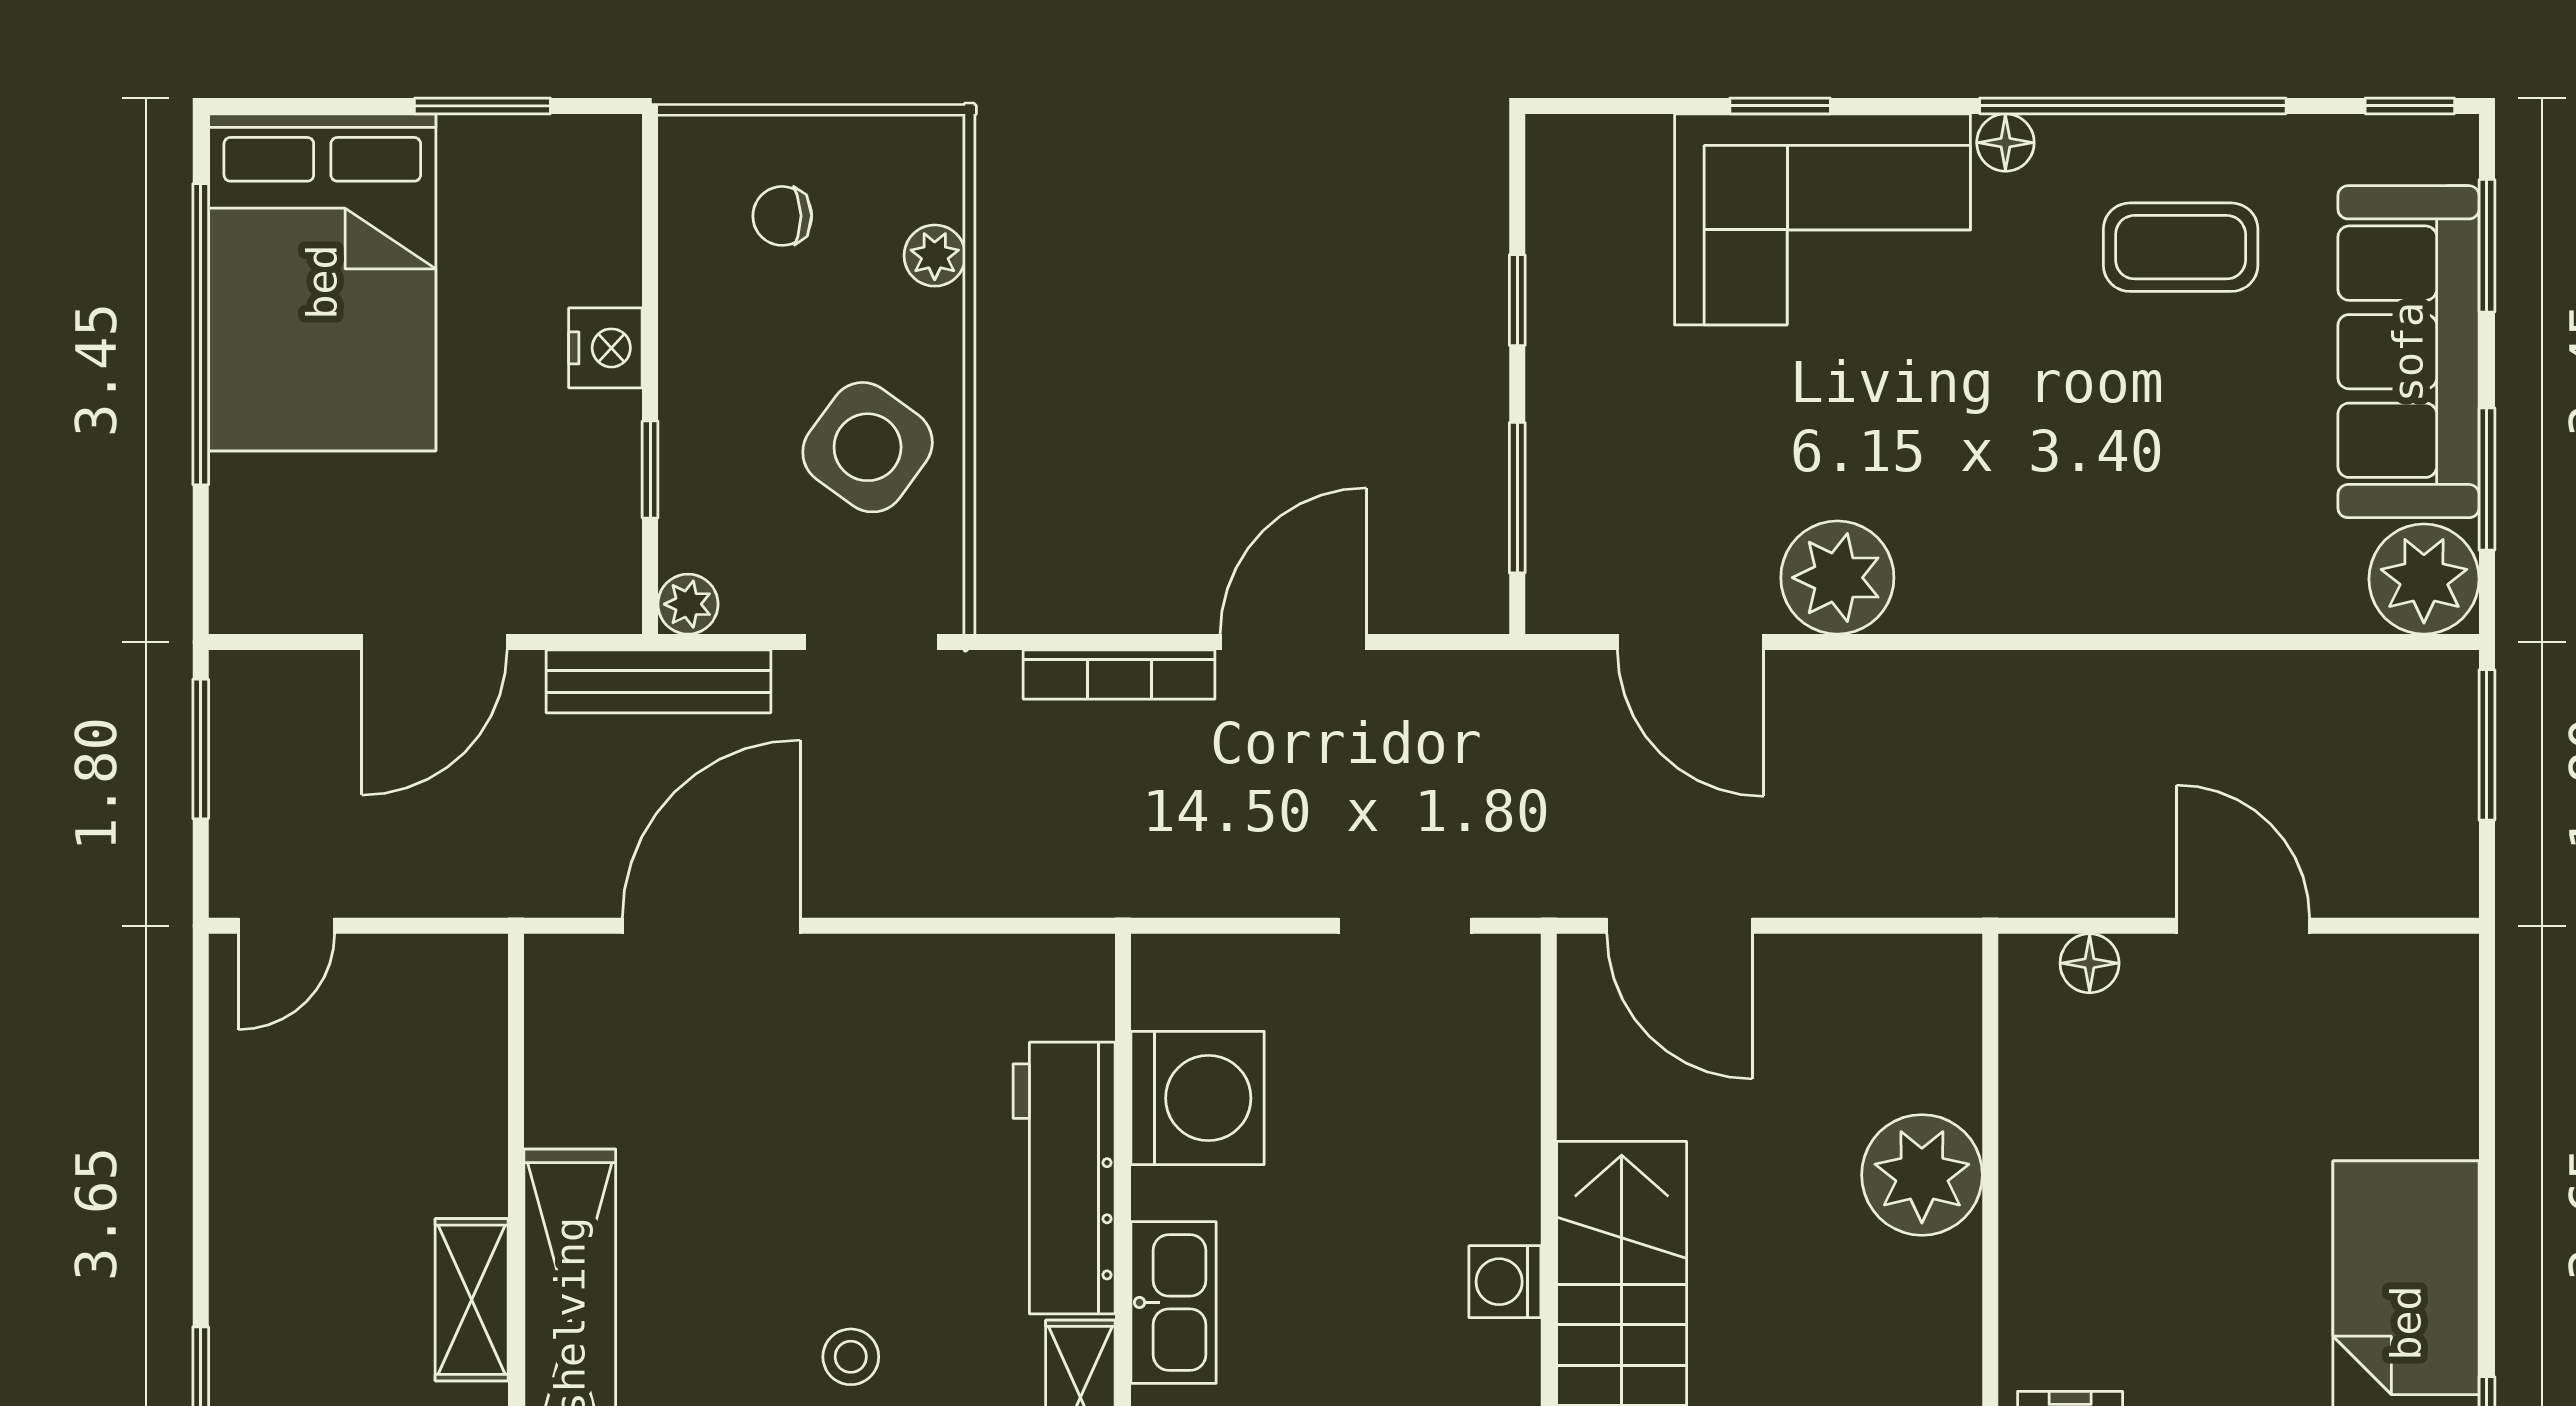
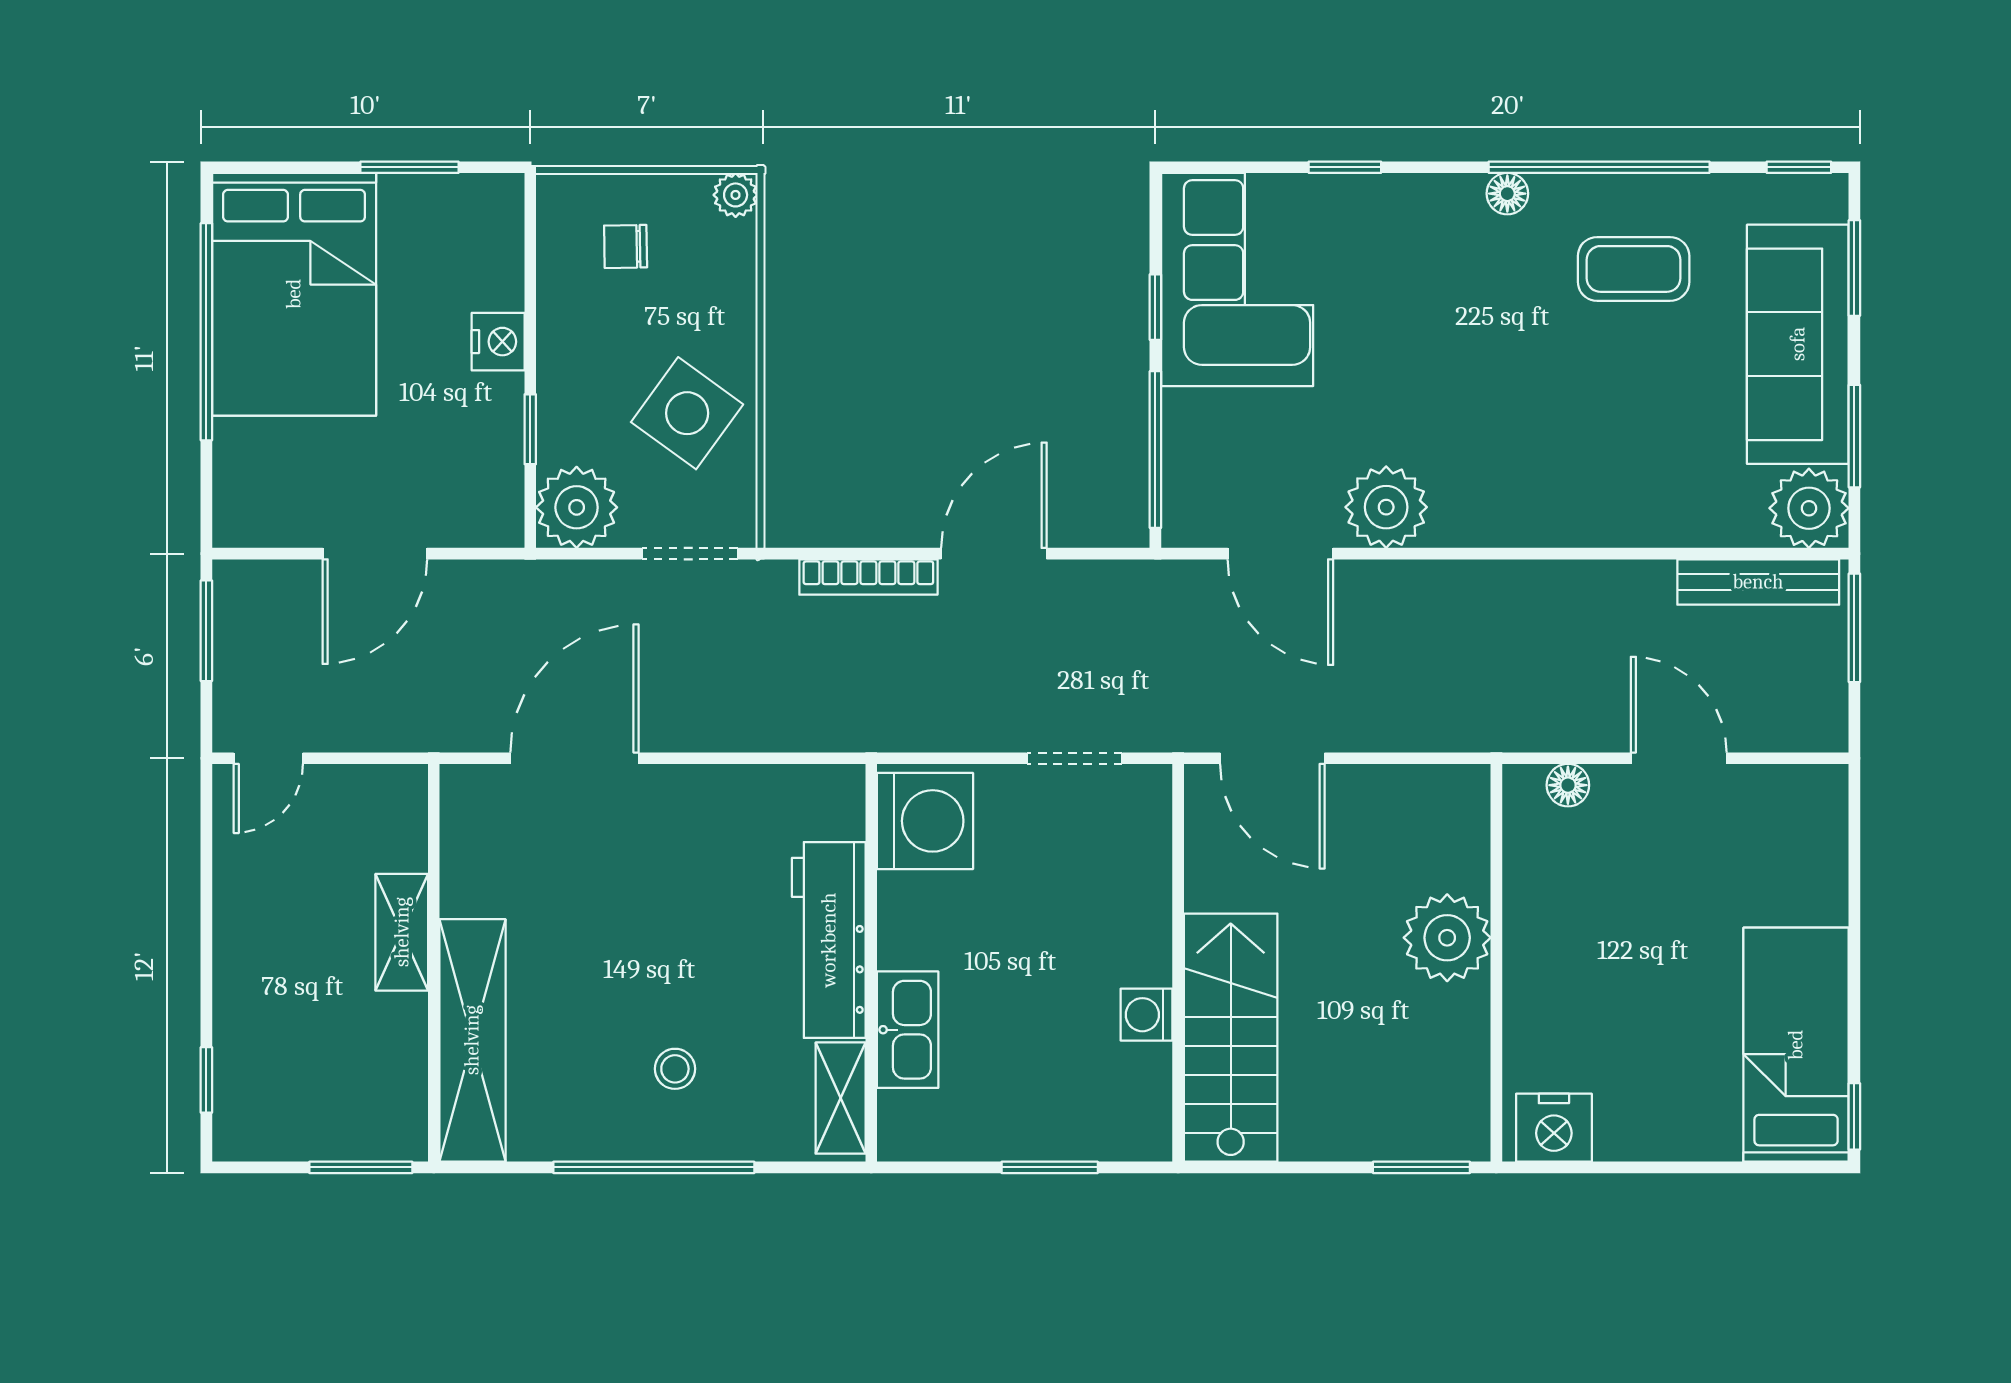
corner sofa: (1823, 219) -> (1237, 279), moved, turned -90
plant: (935, 256) -> (736, 195), moved
window: (1517, 498) -> (1155, 450), width x1.44
plant: (688, 604) -> (577, 507), width x1.88, depth x1.88
bench: (658, 681) -> (1758, 582), moved
washing machine: (1198, 1098) -> (925, 821), moved
shelving: (472, 1300) -> (402, 932), moved

